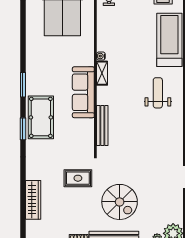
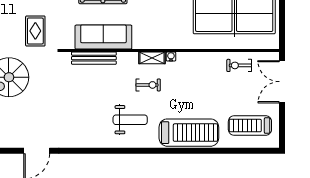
exercise bike: (127, 77) -> (148, 85), added
sofa: (83, 92) -> (103, 37), moved

